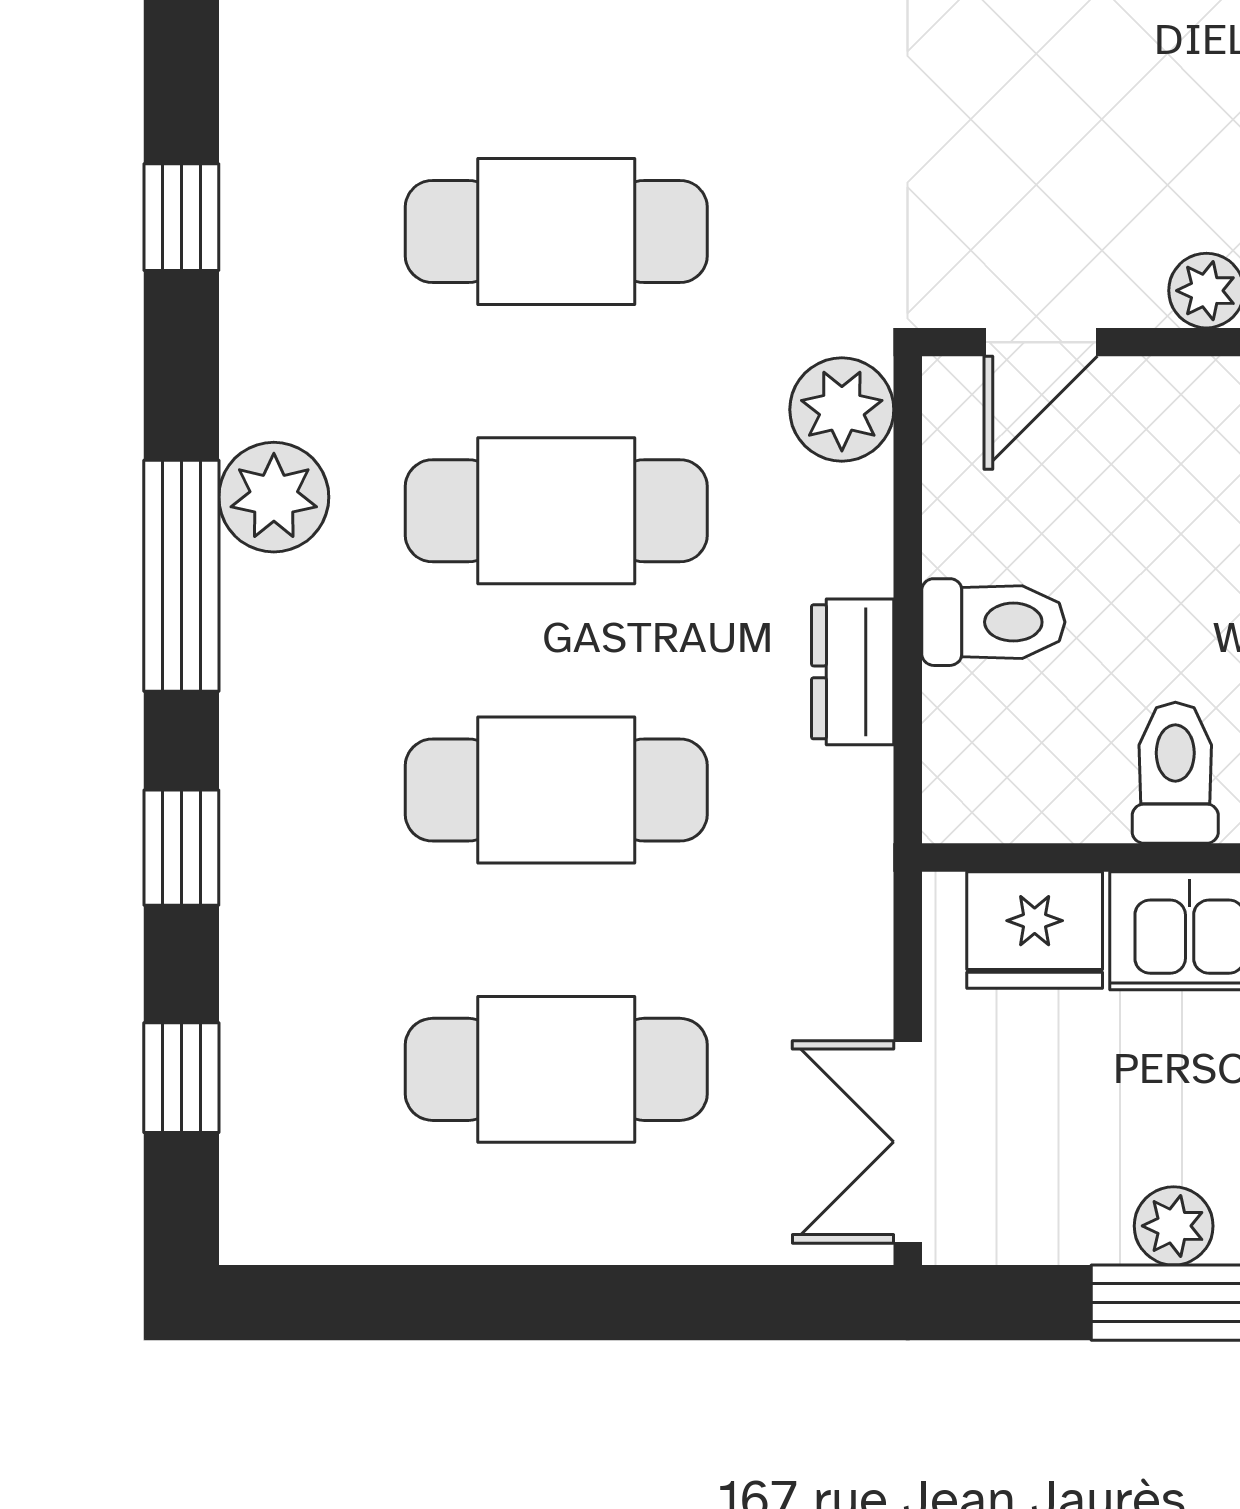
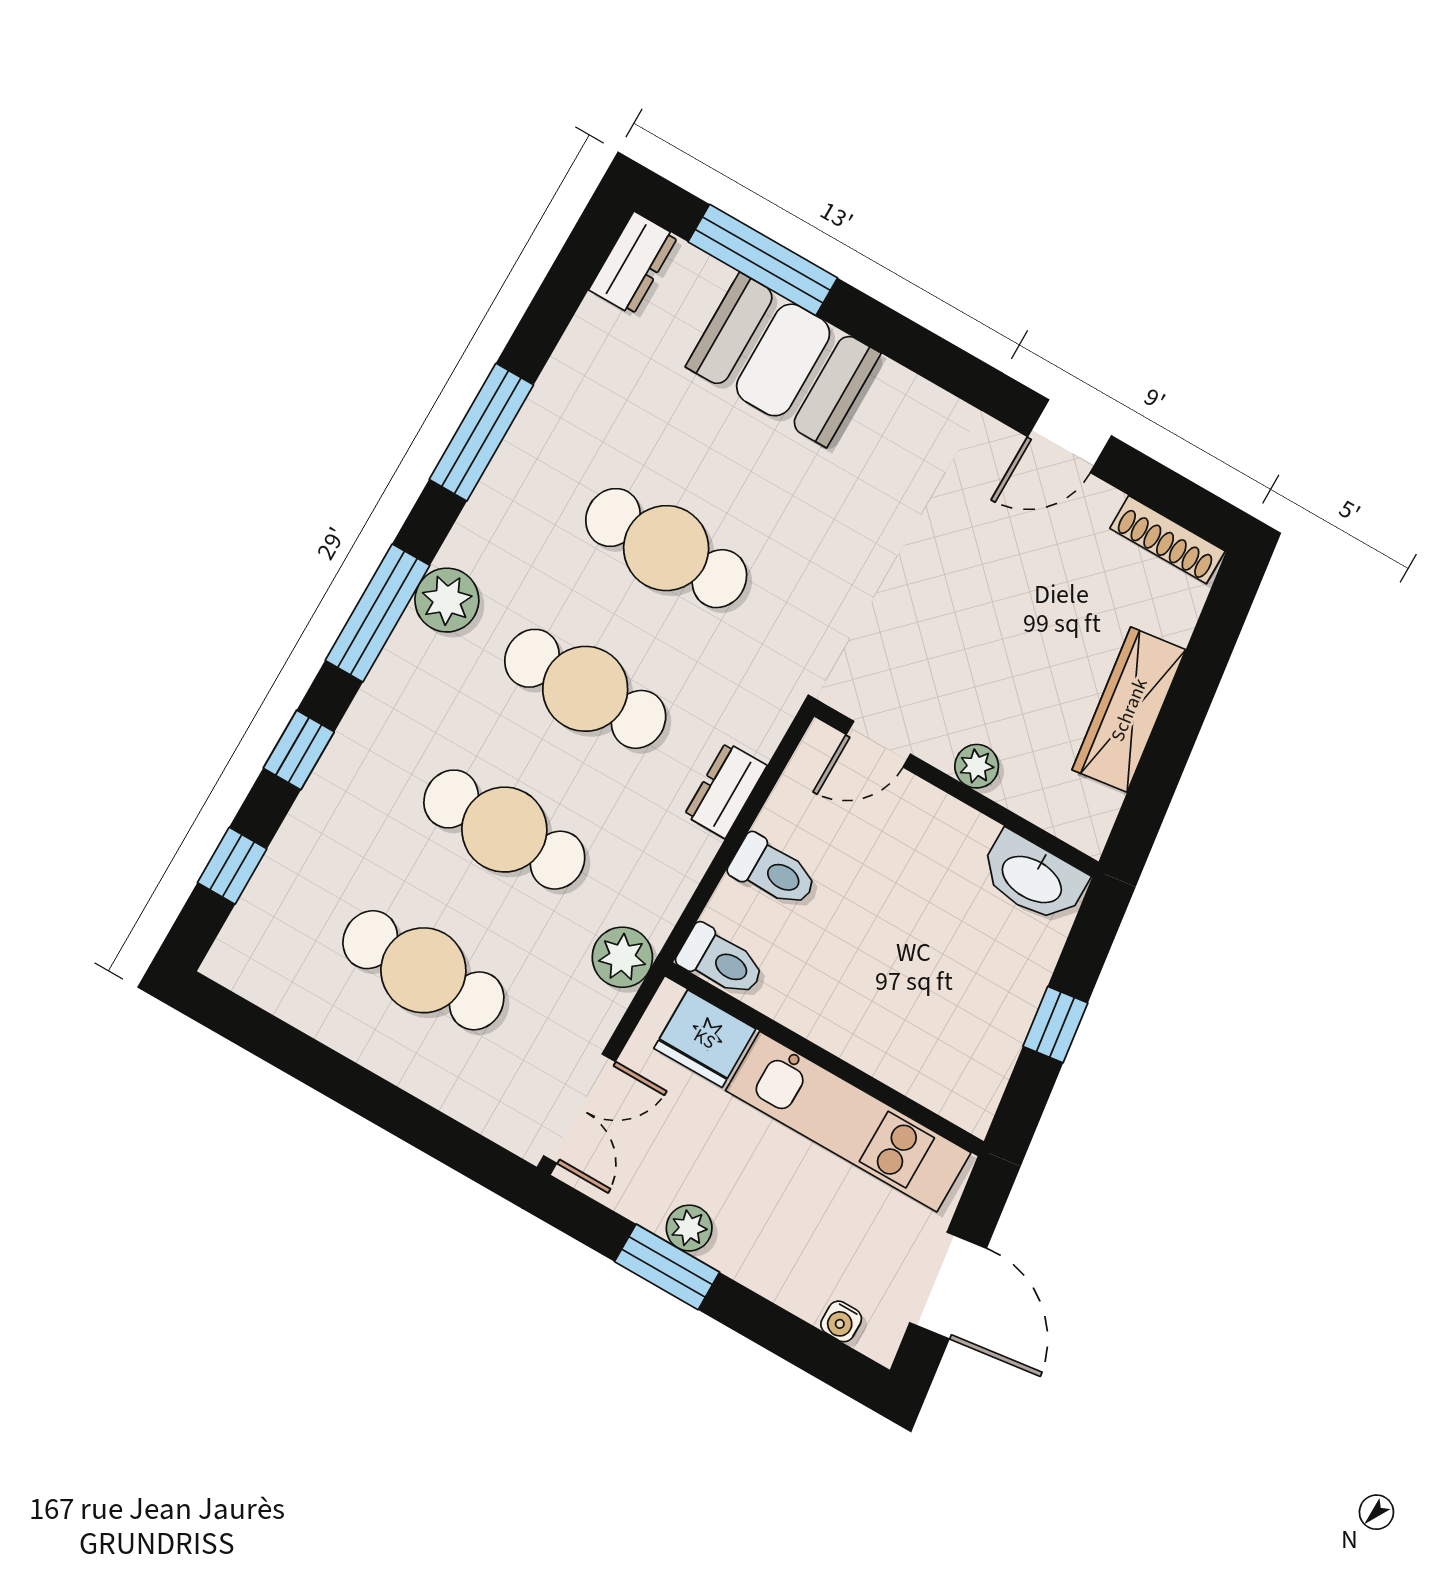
window: (181, 217) -> (481, 432), width x2.17
plant: (842, 410) -> (622, 957), moved
dresser: (853, 672) -> (726, 790), moved
toilet: (1175, 773) -> (721, 961), moved, turned 90
double door: (908, 1142) -> (579, 1109), swing flipped

